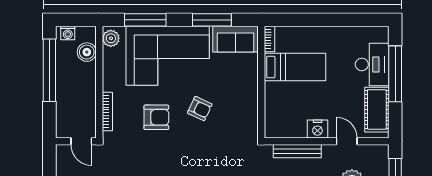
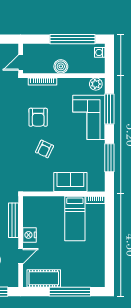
sofa: (235, 39) -> (70, 182), moved, turned 90
boiler: (87, 52) -> (61, 66), moved
corner sofa: (168, 56) -> (89, 117), width x0.73, depth x0.74
desk: (372, 64) -> (77, 275), removed

